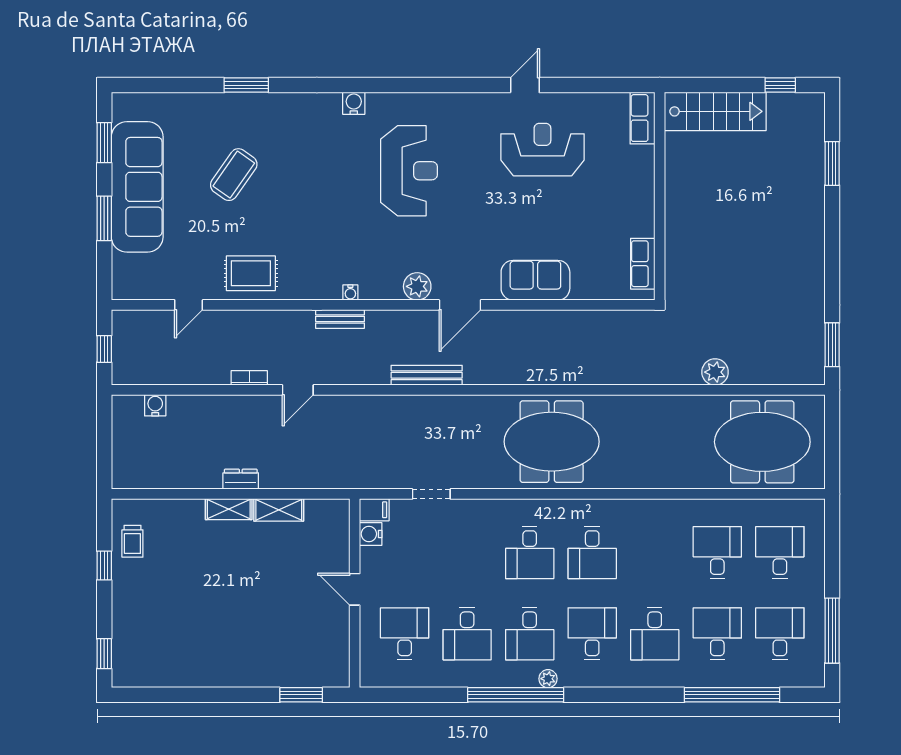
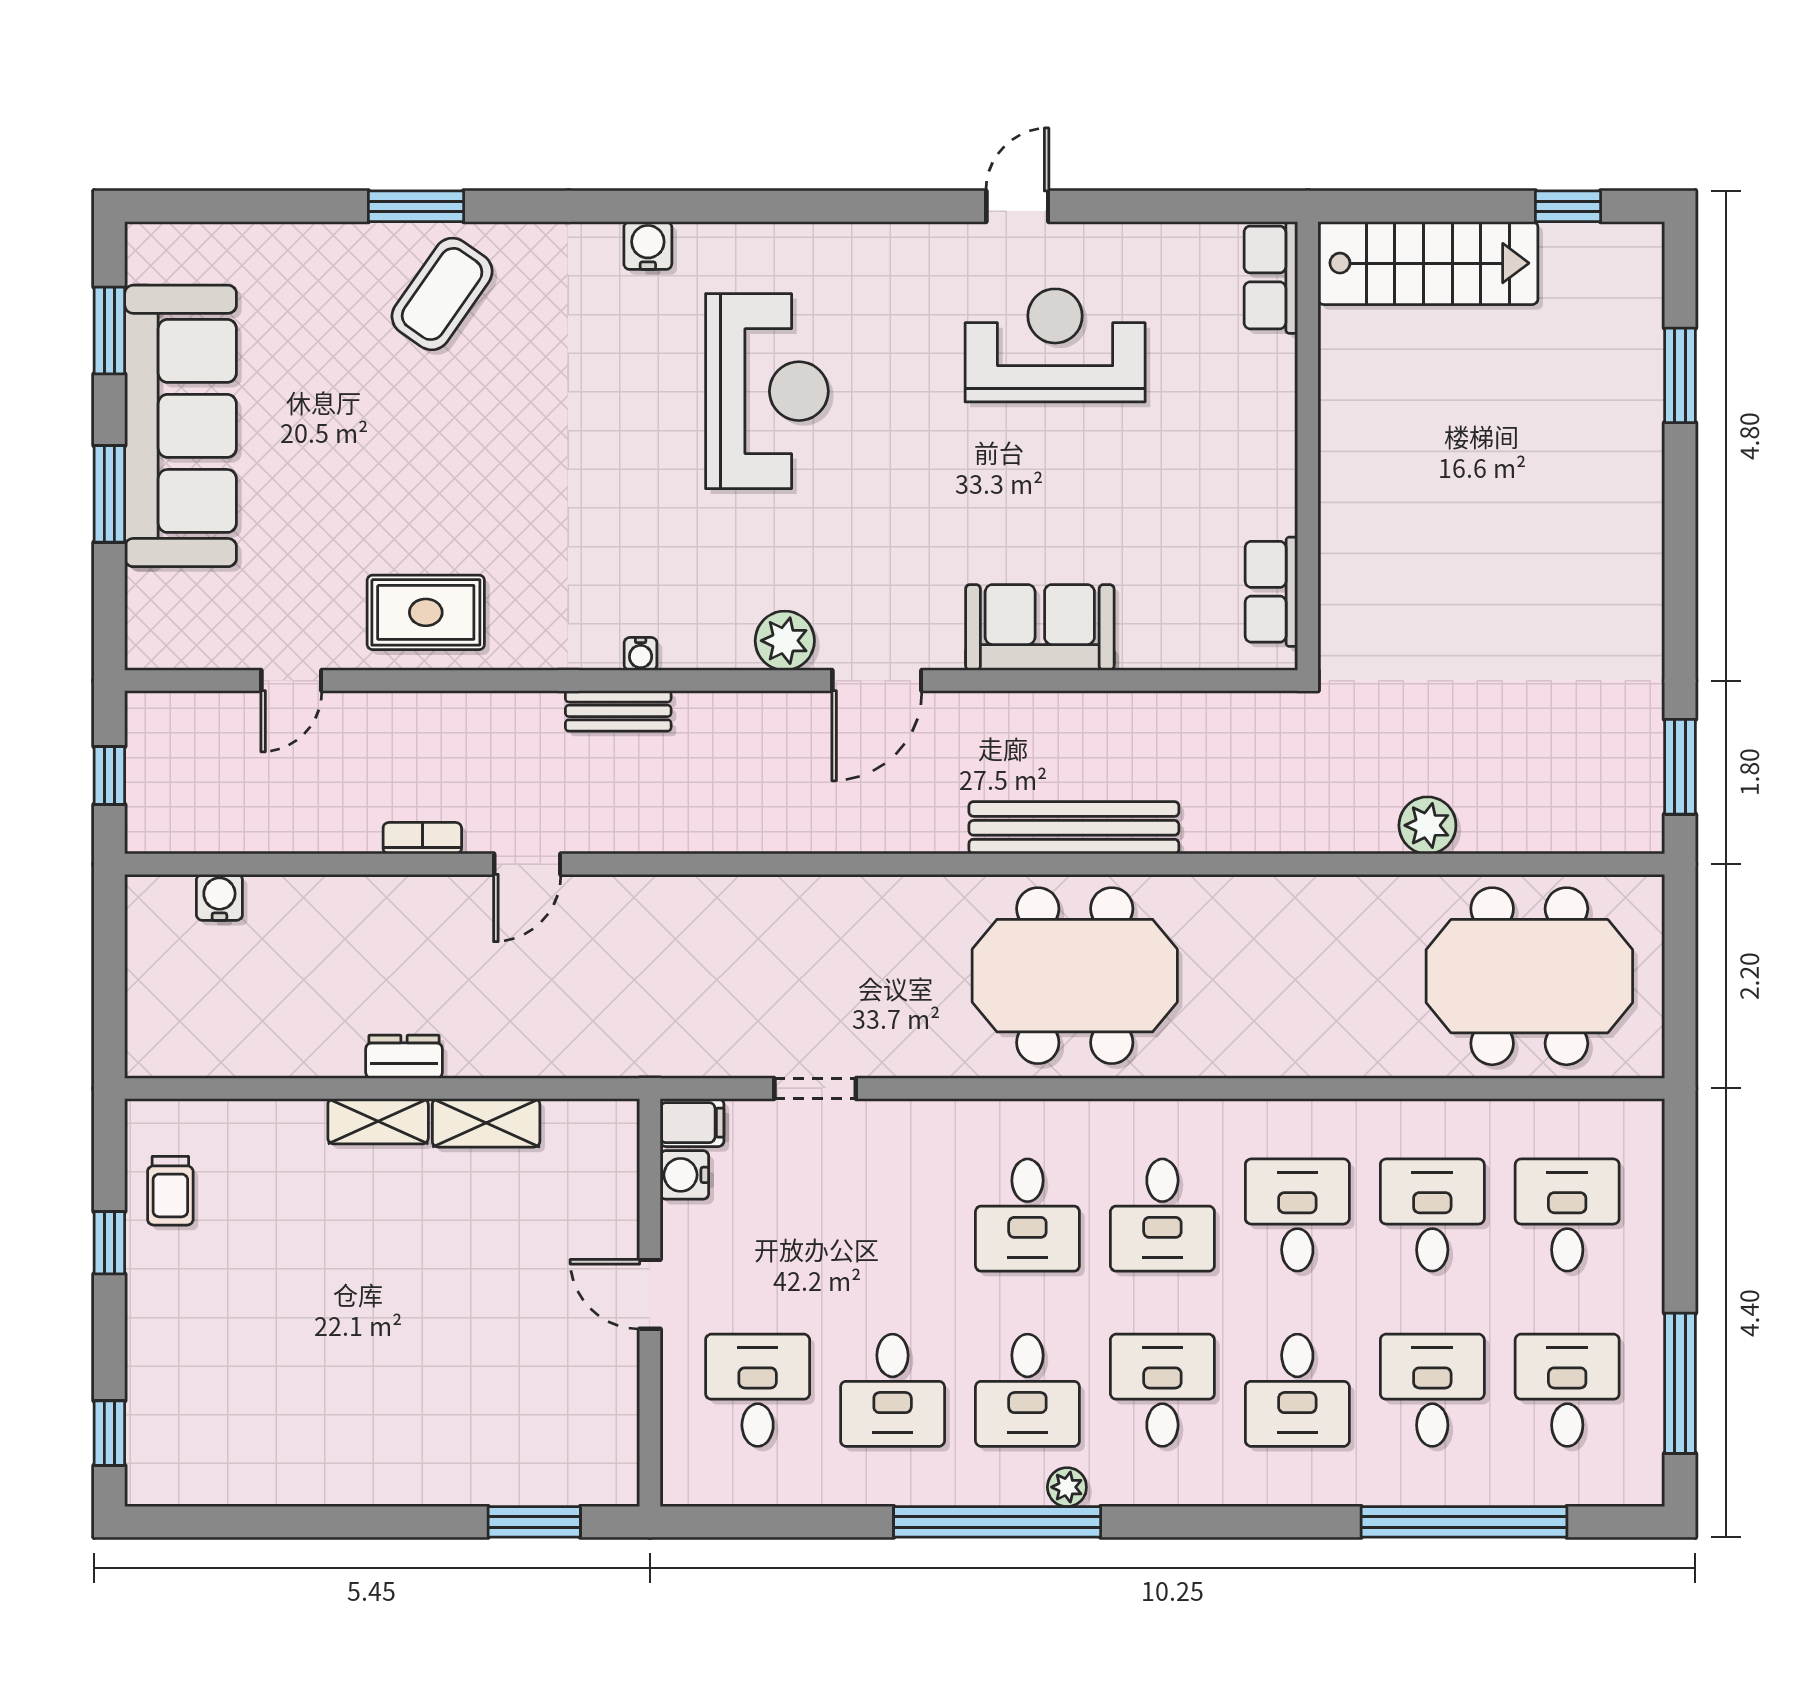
coffee table: (234, 175) -> (442, 294), moved
bench: (427, 375) -> (1074, 828), moved, width x1.37, depth x1.21
desk: (655, 553) -> (1297, 1215), added

